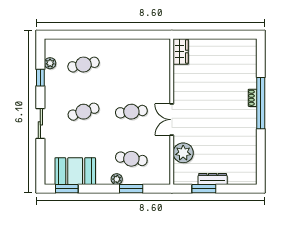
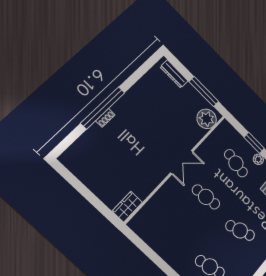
plant: (183, 153) -> (207, 119), moved
dresser: (213, 179) -> (174, 74), moved
window: (204, 189) -> (204, 92), width x1.44

